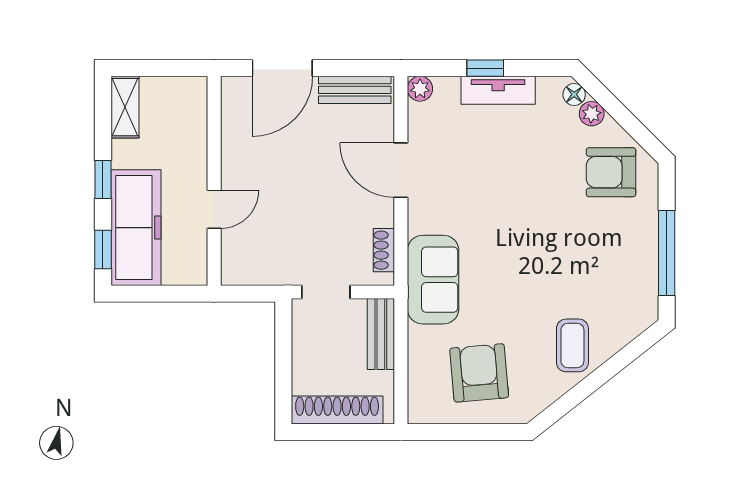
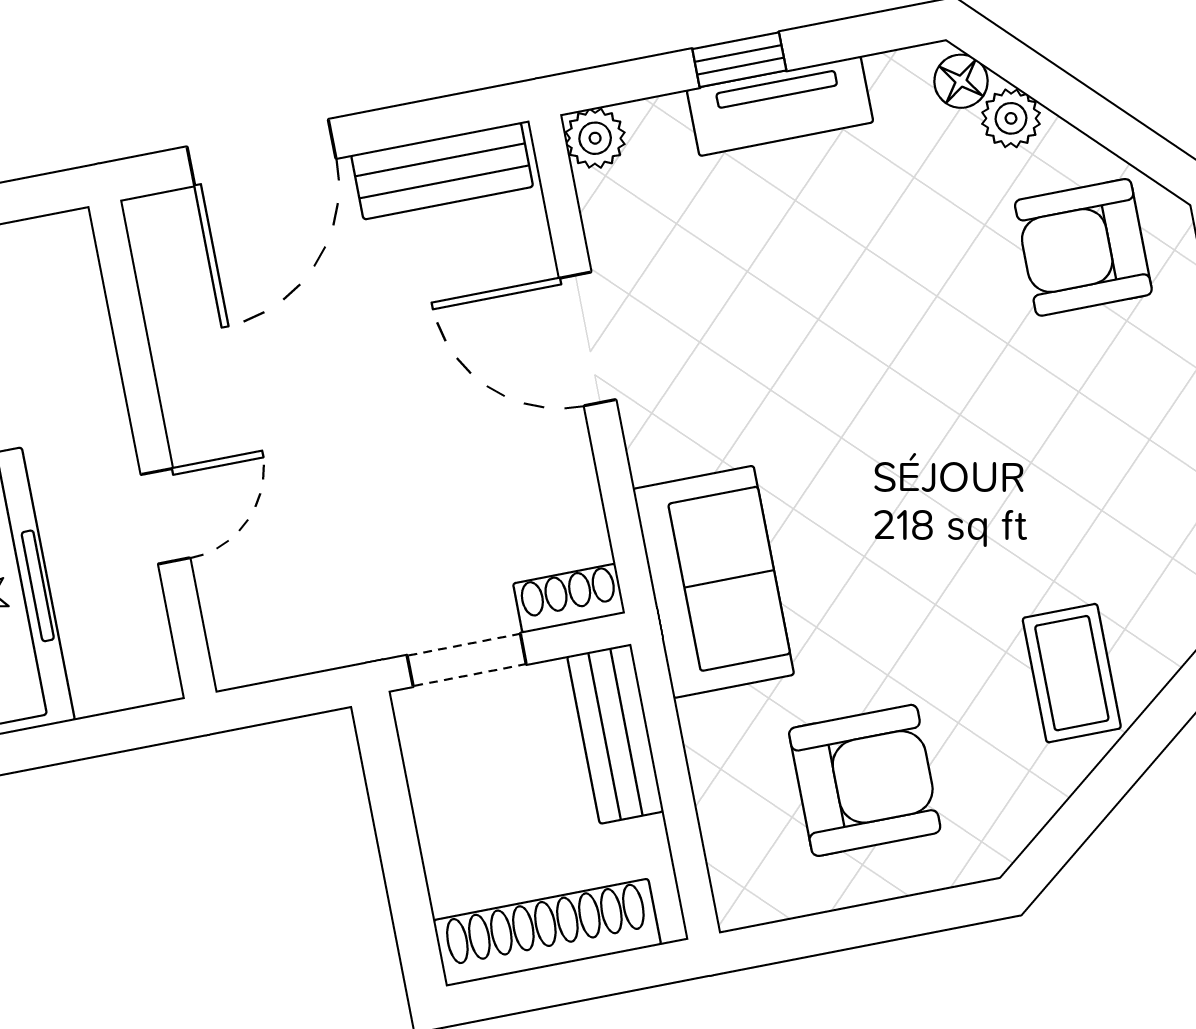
shoe rack: (384, 250) -> (569, 598), moved, turned 90
armchair: (479, 373) -> (865, 780), turned 95

